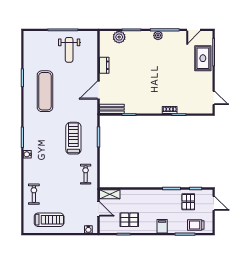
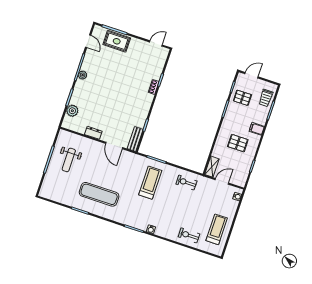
weight bench: (69, 50) -> (69, 160), turned 90
treadmill: (73, 138) -> (150, 183), turned 90
pallet: (129, 220) -> (238, 143), moved, turned 90

